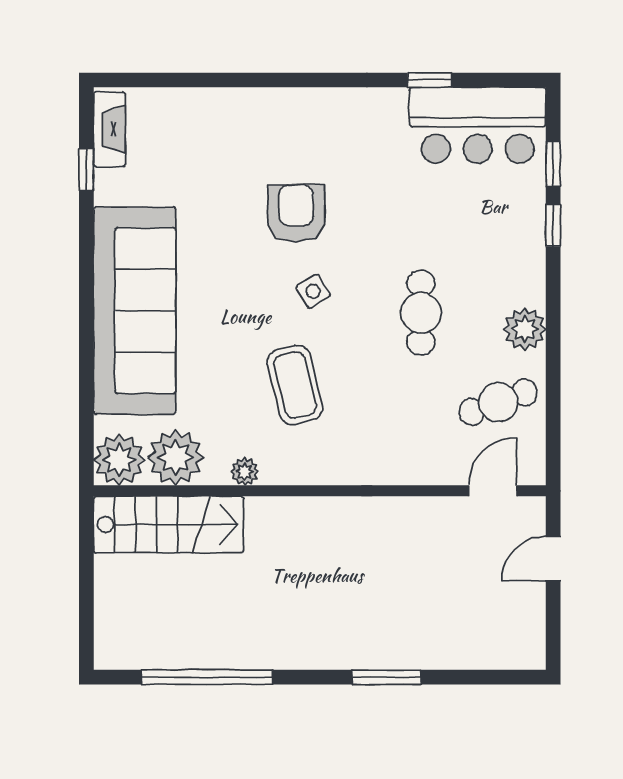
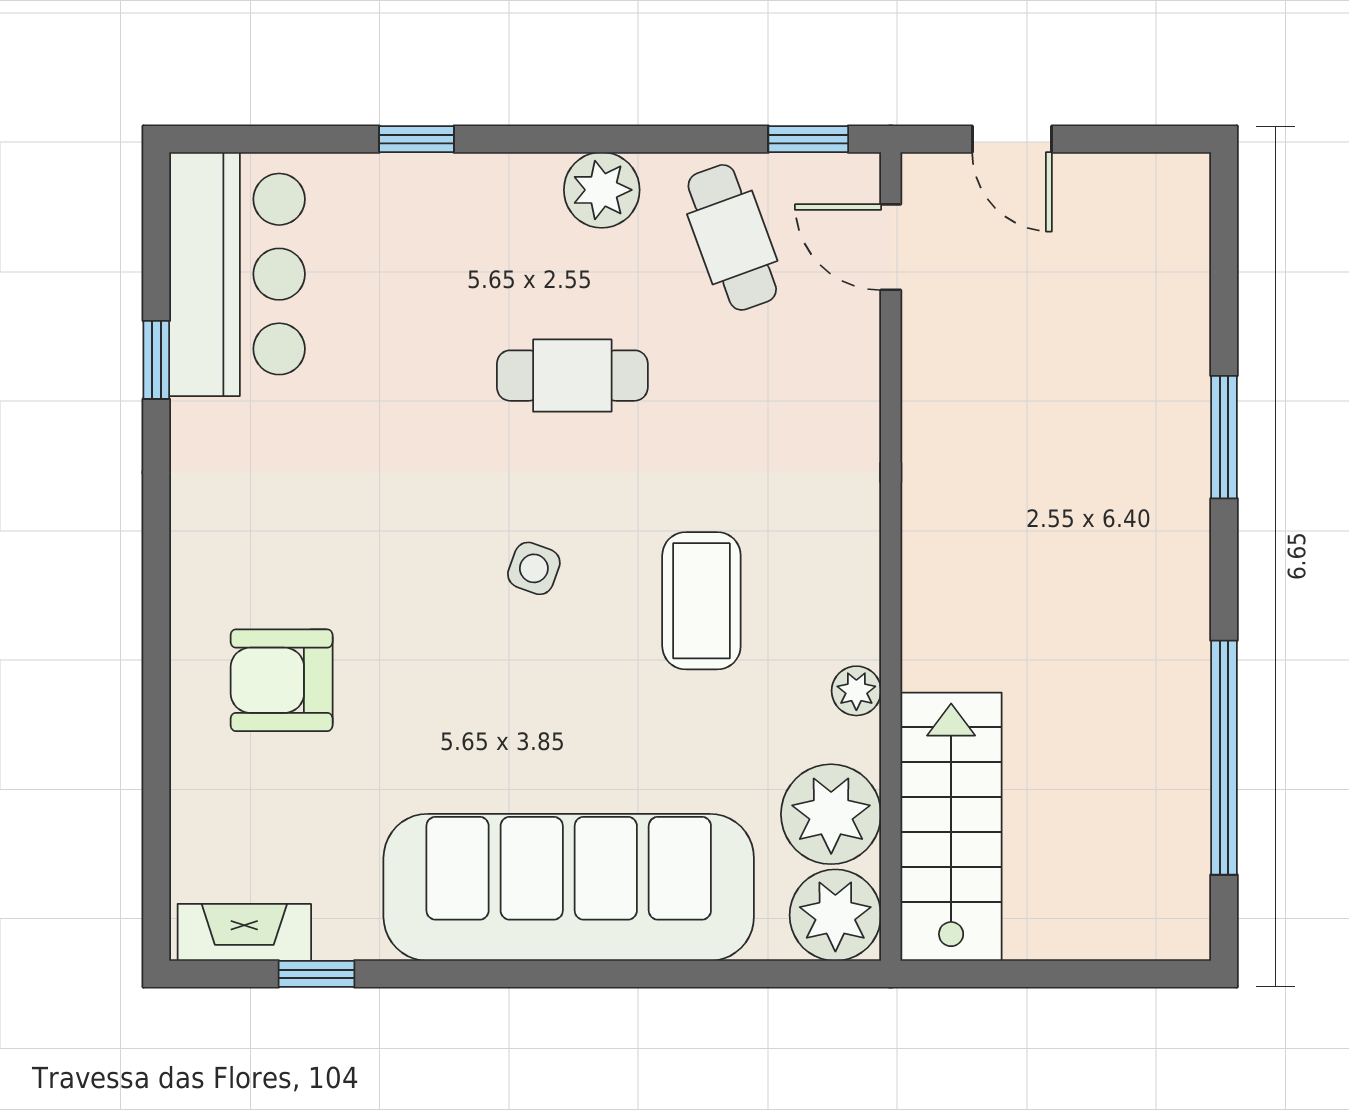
window: (553, 164) -> (808, 139), moved
armchair: (296, 213) -> (282, 680), moved
side table: (313, 291) -> (534, 568), turned -38
coffee table: (295, 385) -> (701, 601), turned -76

